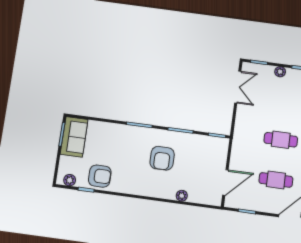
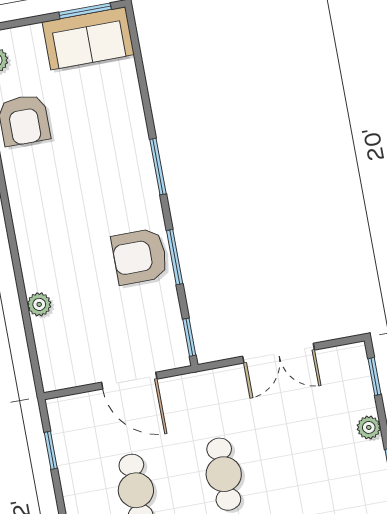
double door: (238, 87) -> (279, 353), moved
armchair: (162, 158) -> (140, 256), moved
door: (225, 182) -> (129, 381), moved

